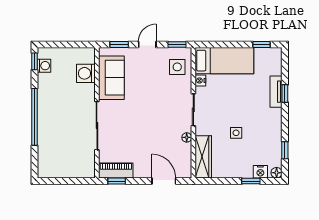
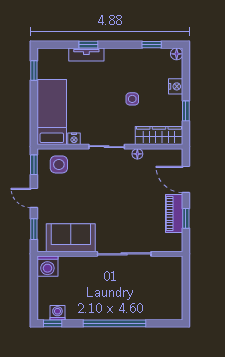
washing machine: (86, 73) -> (47, 266), moved
piano: (116, 170) -> (174, 213), moved
nightstand: (260, 172) -> (176, 86), moved
window: (117, 181) -> (186, 218), moved
door: (164, 181) -> (186, 179), hinge flipped
window: (251, 181) -> (186, 111), moved

